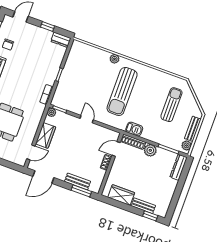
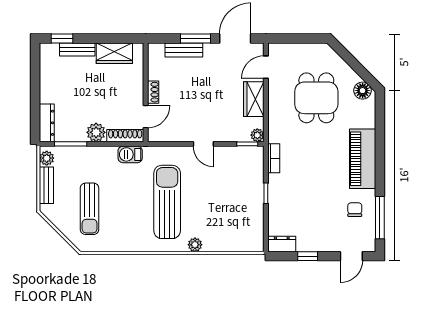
window: (81, 191) -> (196, 38), moved

